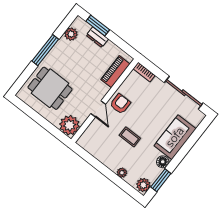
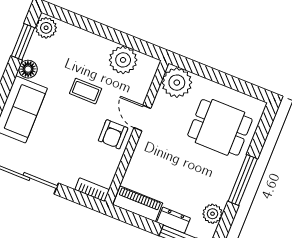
piano: (115, 72) -> (138, 204), moved, turned -90
plant: (122, 173) -> (123, 60), moved, width x1.87, depth x1.87

